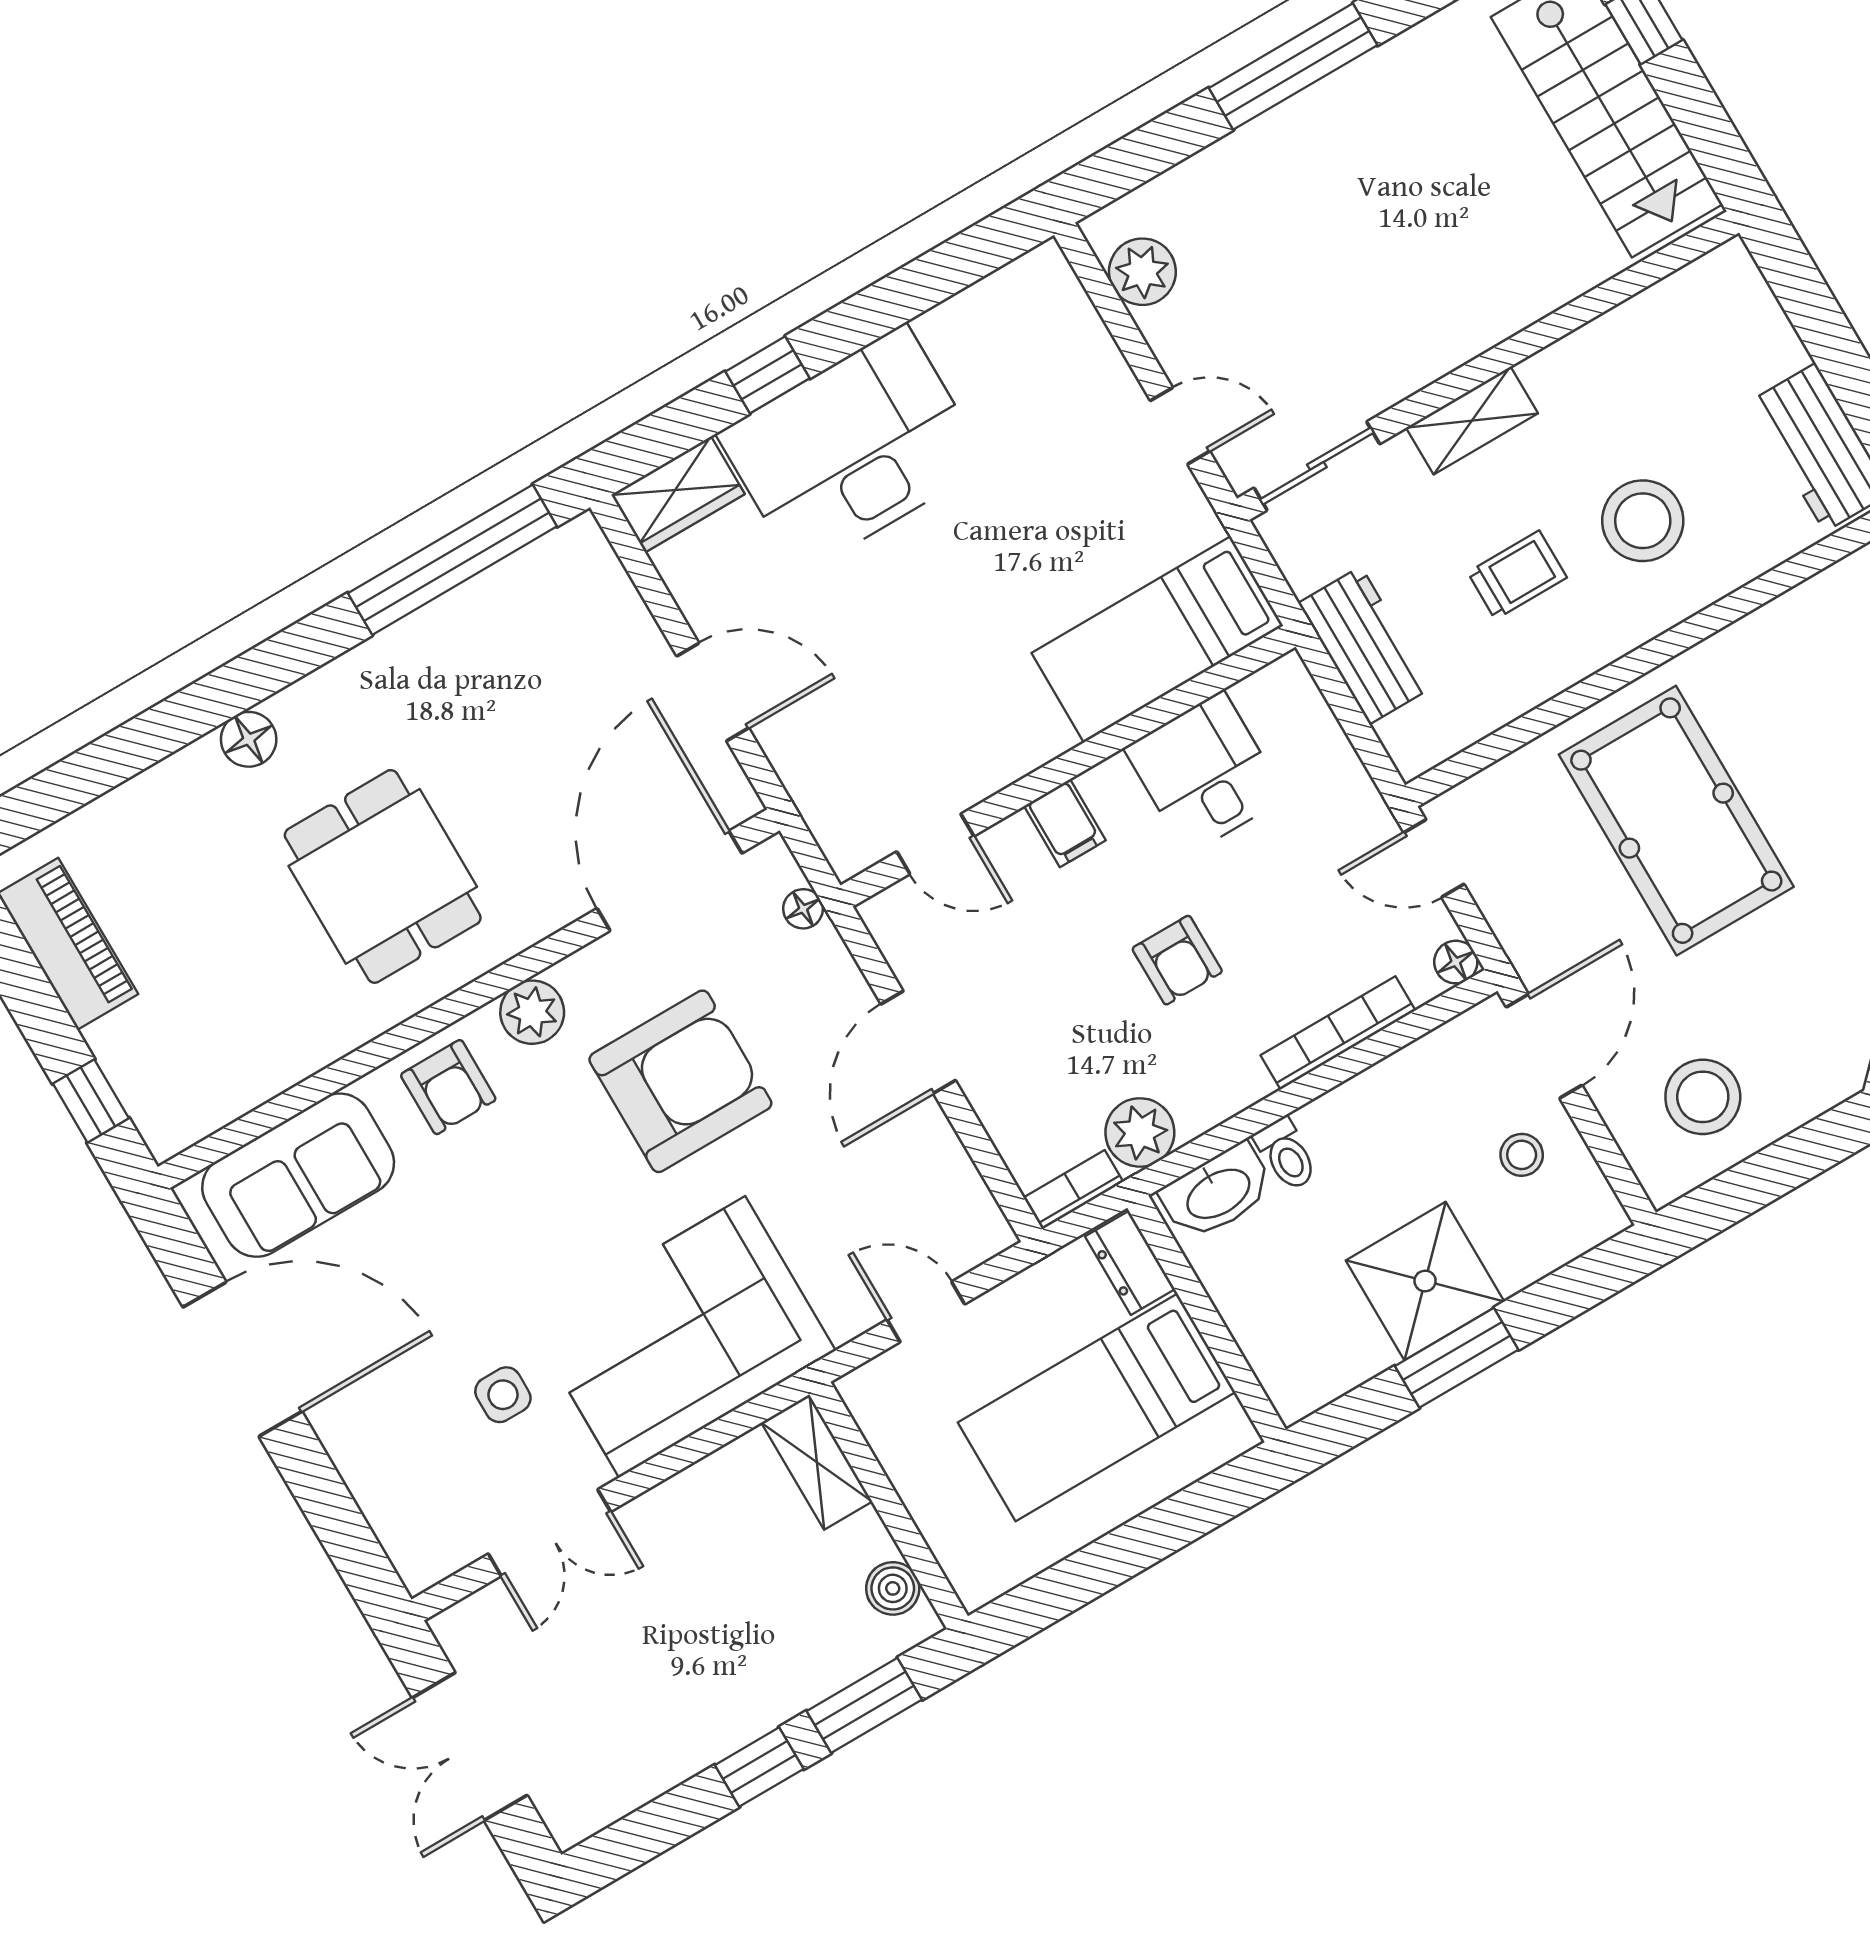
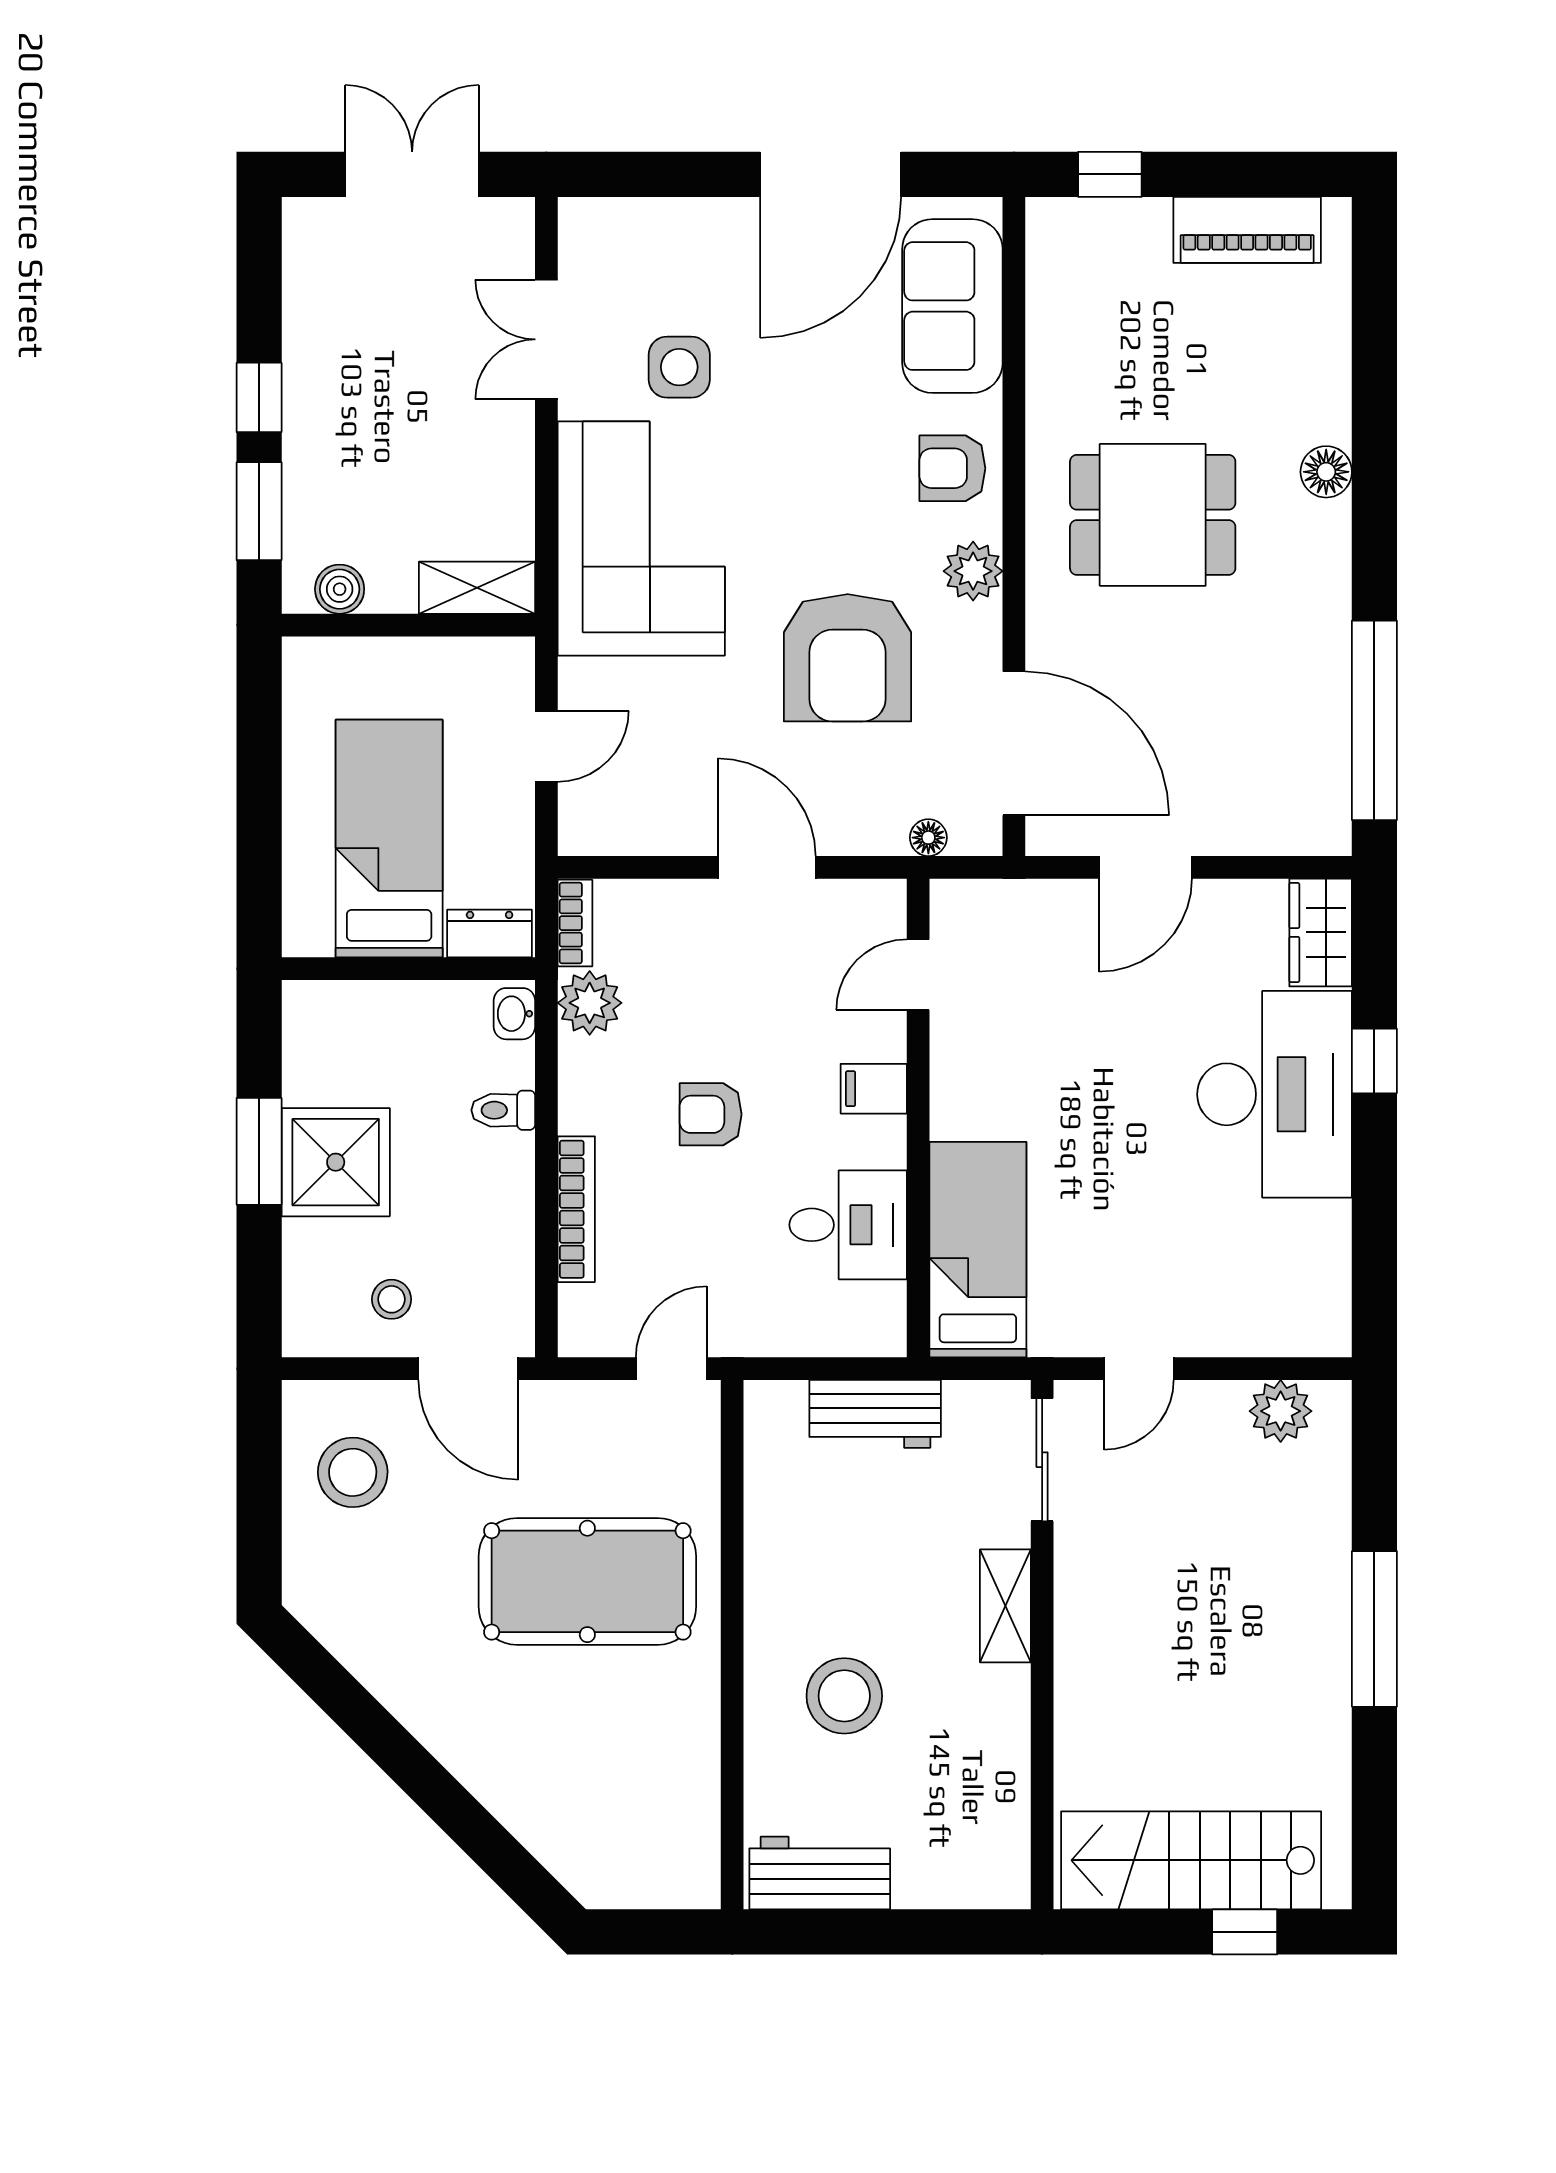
trolley: (1517, 575) -> (860, 1569), removed
floor lamp: (1456, 962) -> (578, 1337), removed
washbasin: (1217, 1192) -> (514, 1014), width x0.52, depth x0.69
side table: (503, 1395) -> (679, 367), width x1.37, depth x1.37

